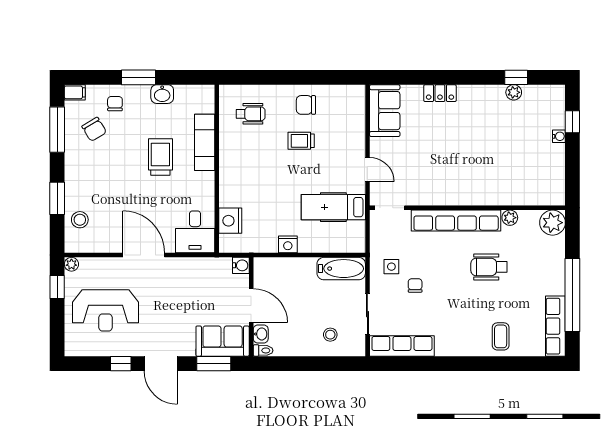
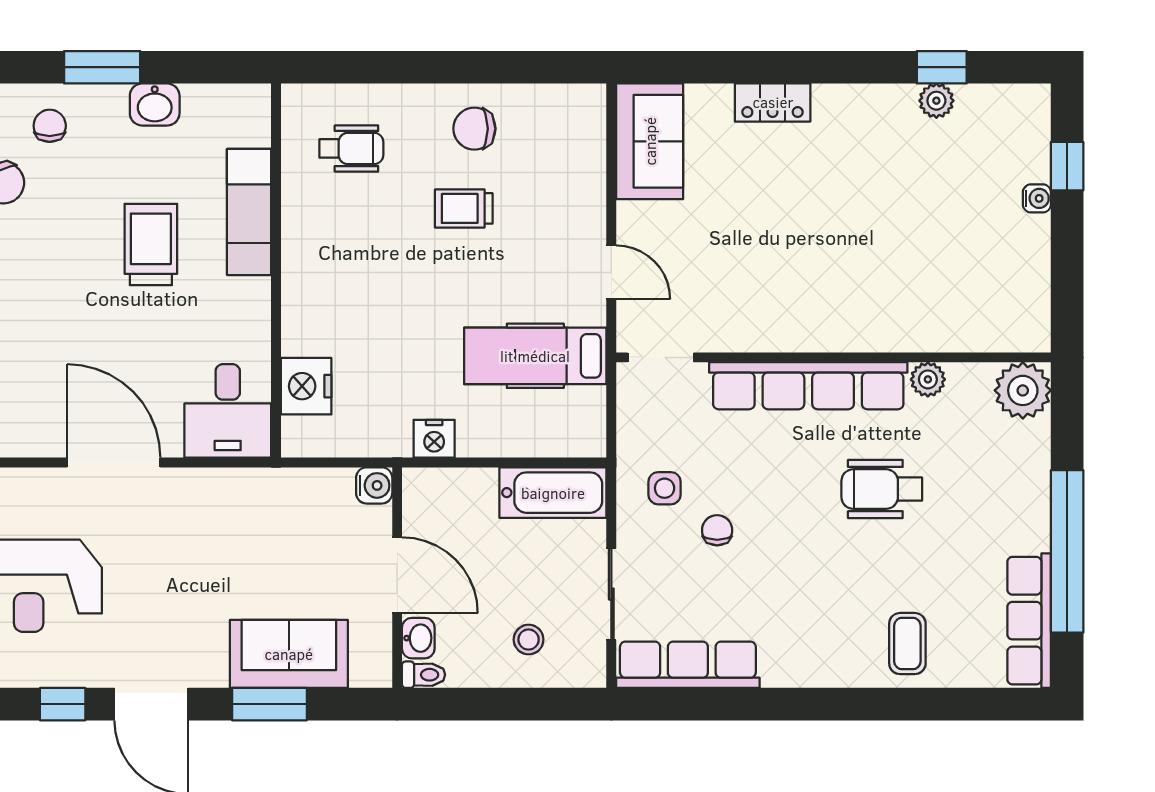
water cooler: (241, 265) -> (374, 485), moved
door: (251, 306) -> (397, 575), moved
wall: (251, 307) -> (397, 578), moved
washbasin: (261, 334) -> (418, 638), moved
toilet: (263, 350) -> (424, 675), moved

